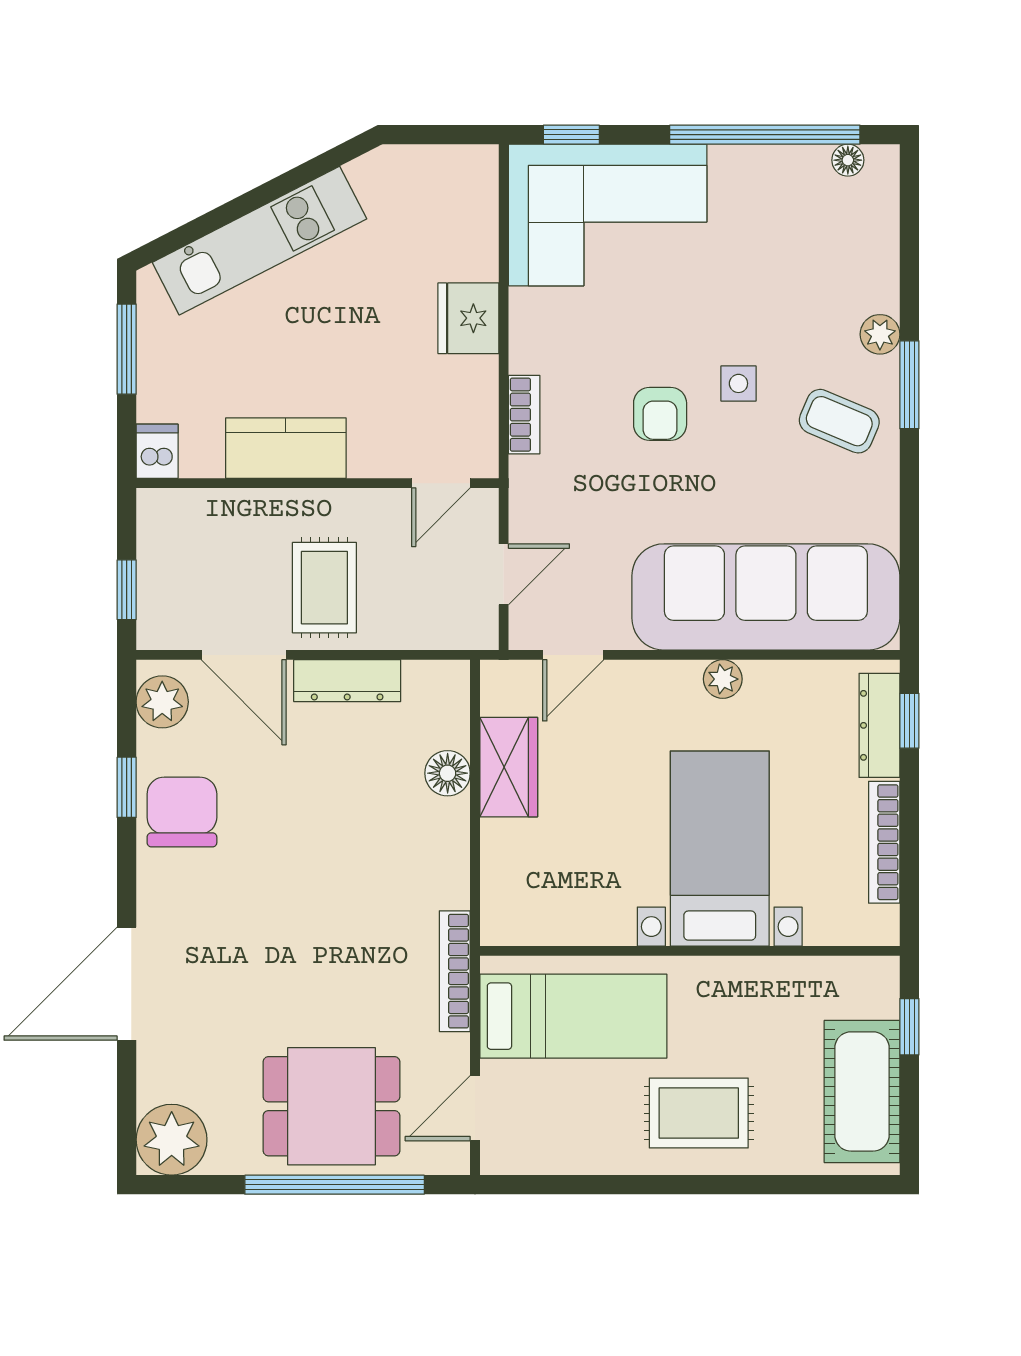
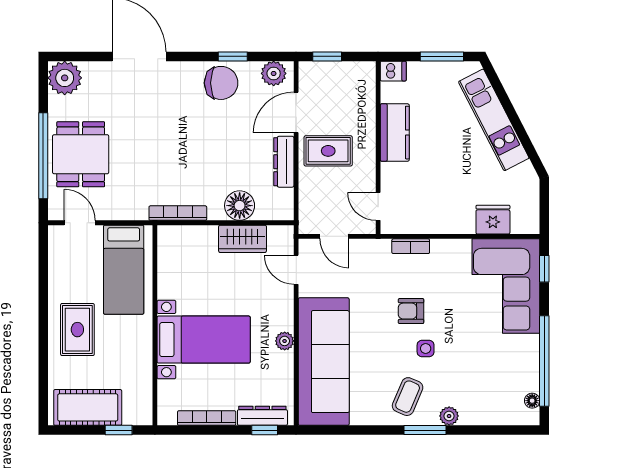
fridge: (468, 318) -> (493, 220), moved
floor lamp: (448, 773) -> (240, 206), width x1.38, depth x1.38
bookcase: (455, 971) -> (178, 213), moved

